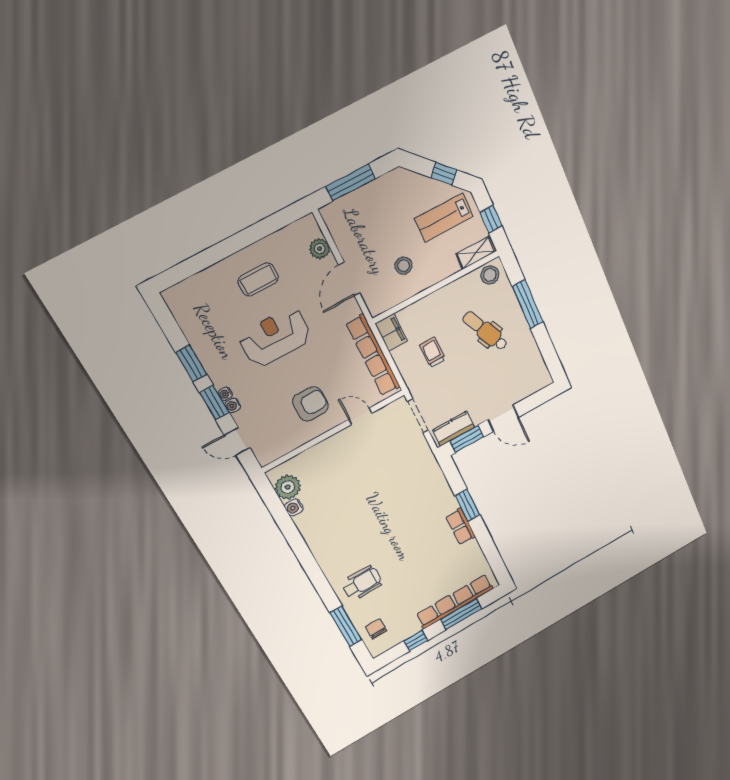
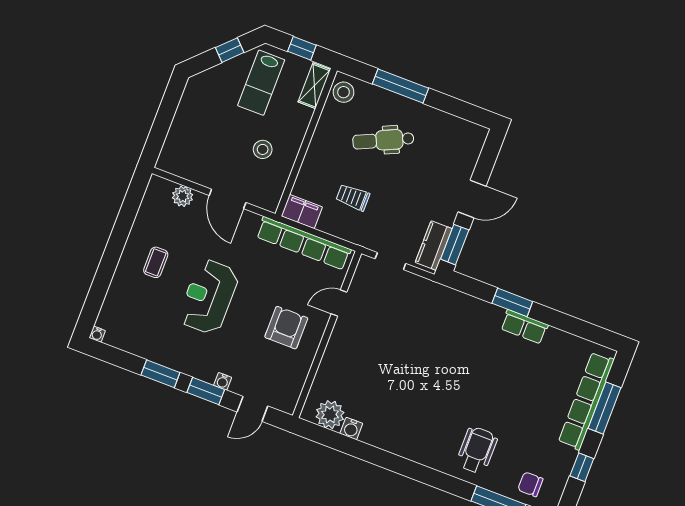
window: (351, 183) -> (162, 124), removed
coffee table: (258, 280) -> (156, 262), width x0.73, depth x0.77
water cooler: (225, 394) -> (97, 334), moved
doorway: (418, 416) -> (390, 261), width x0.73

